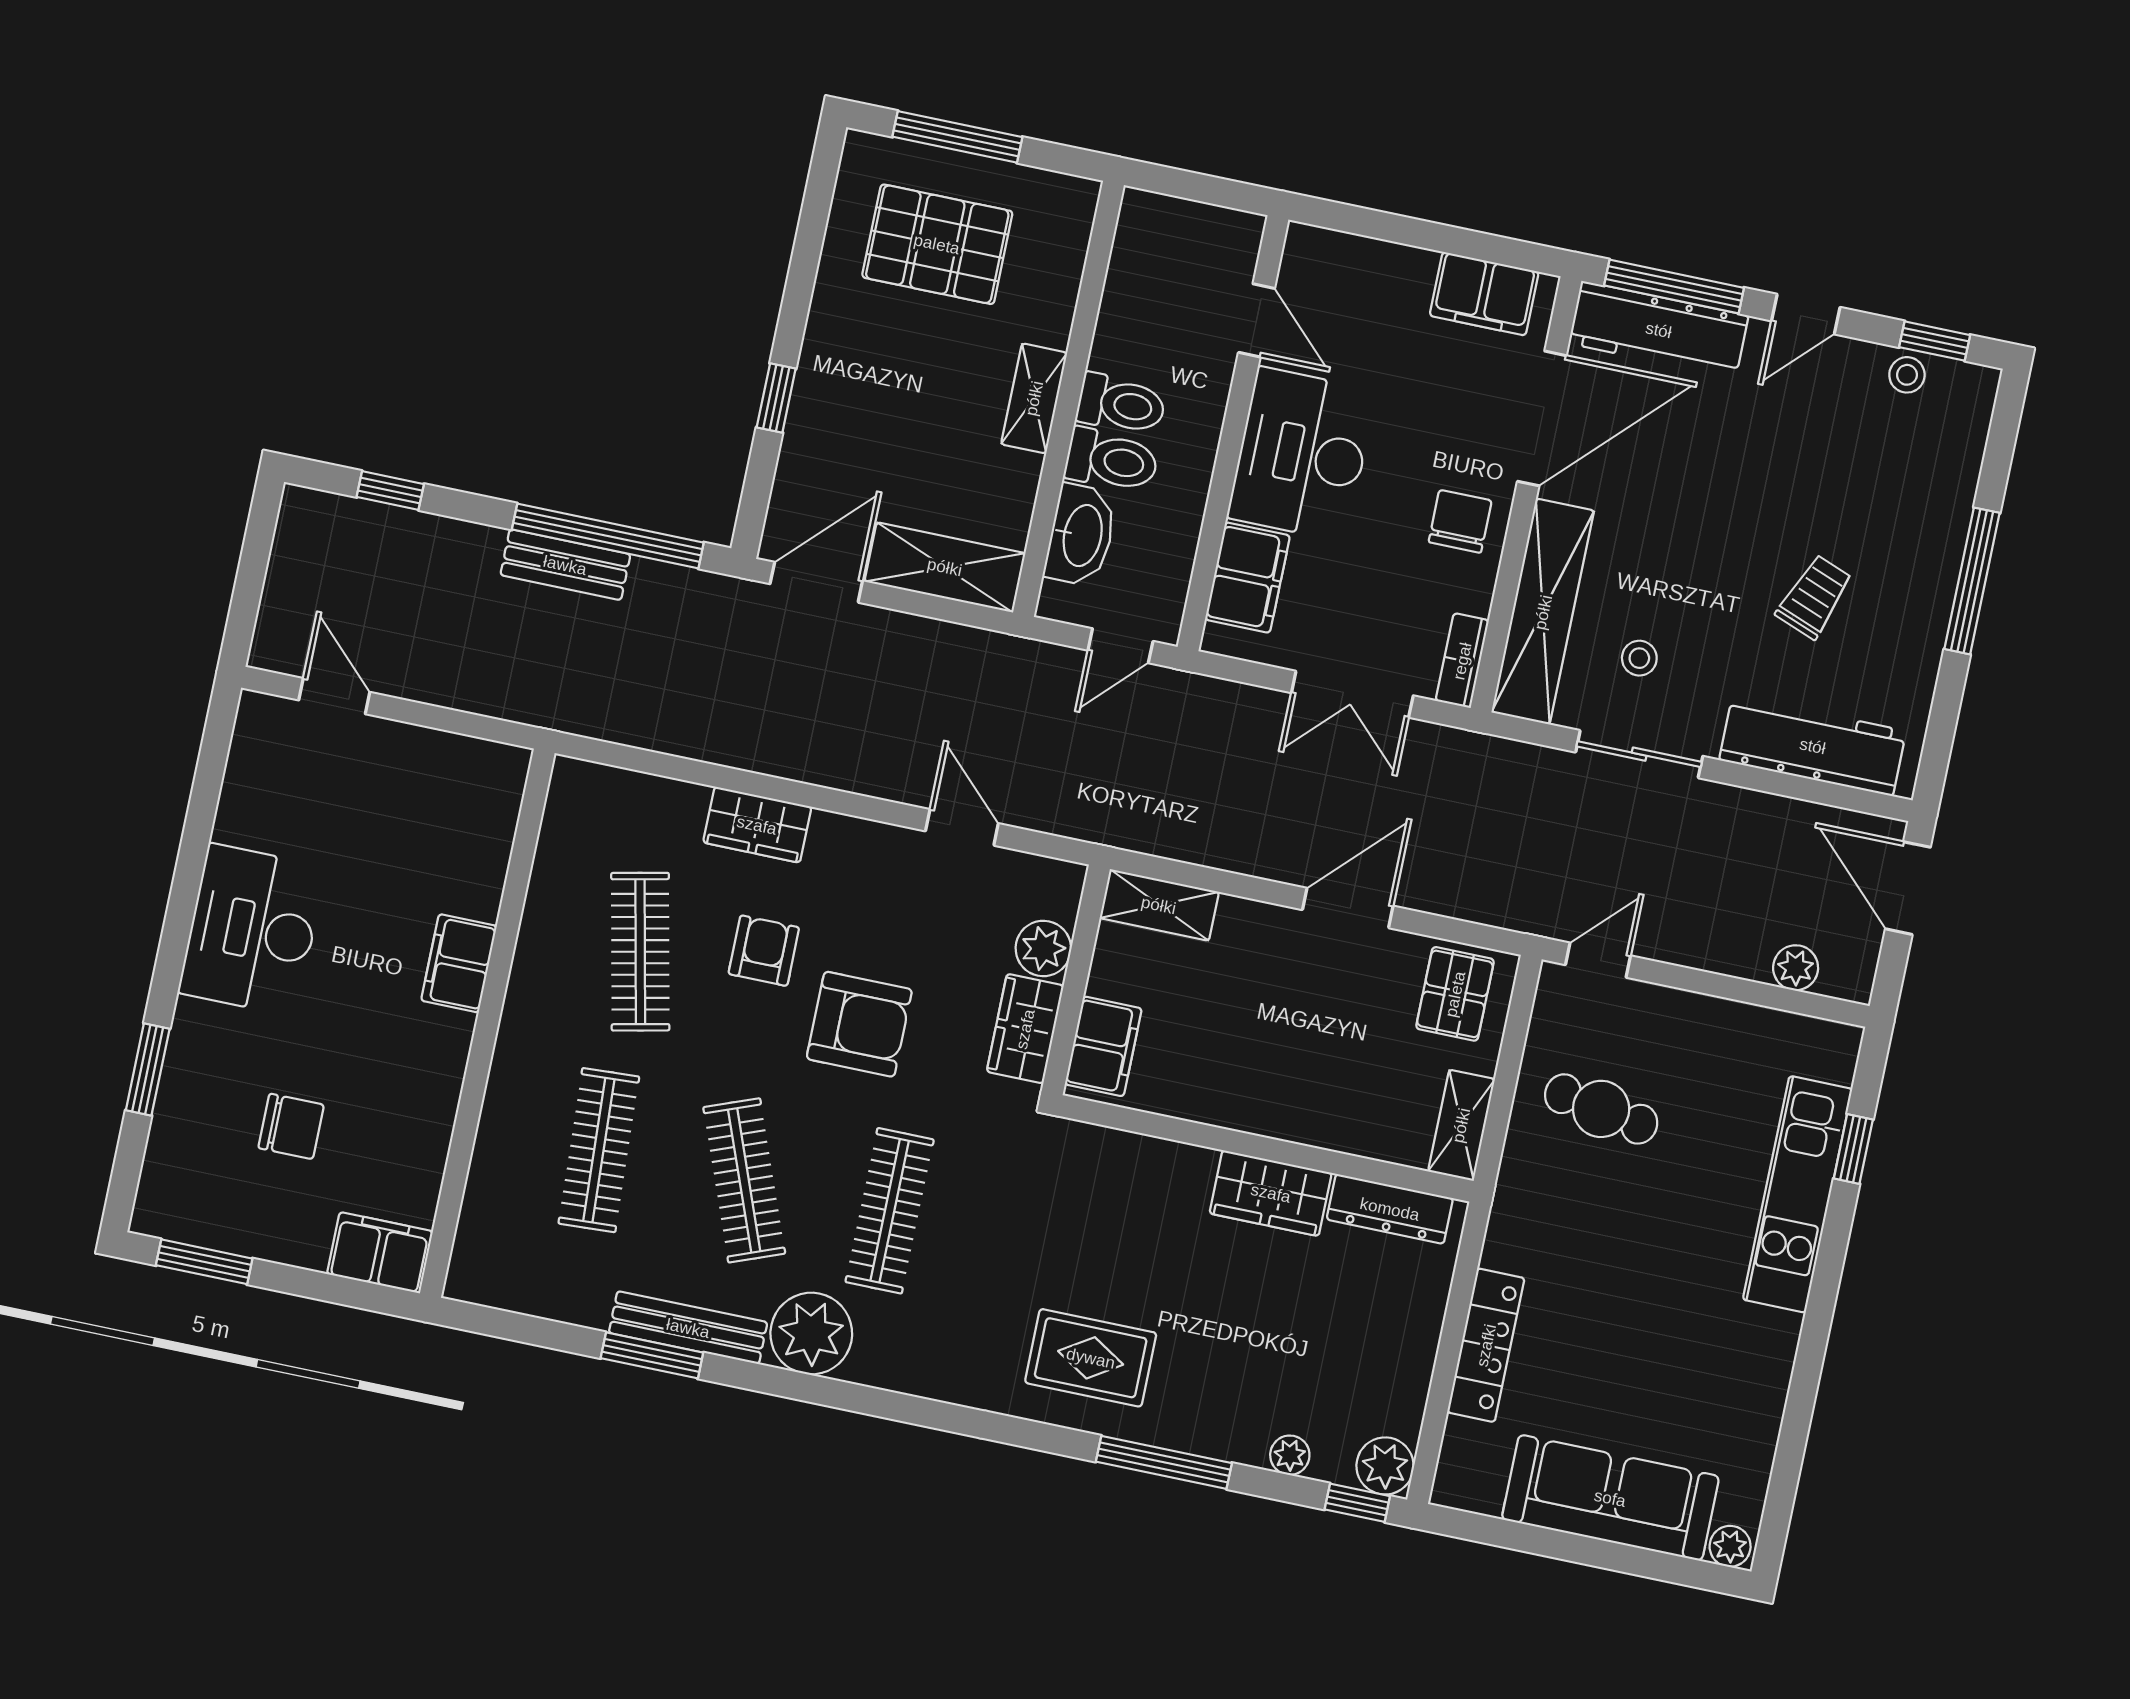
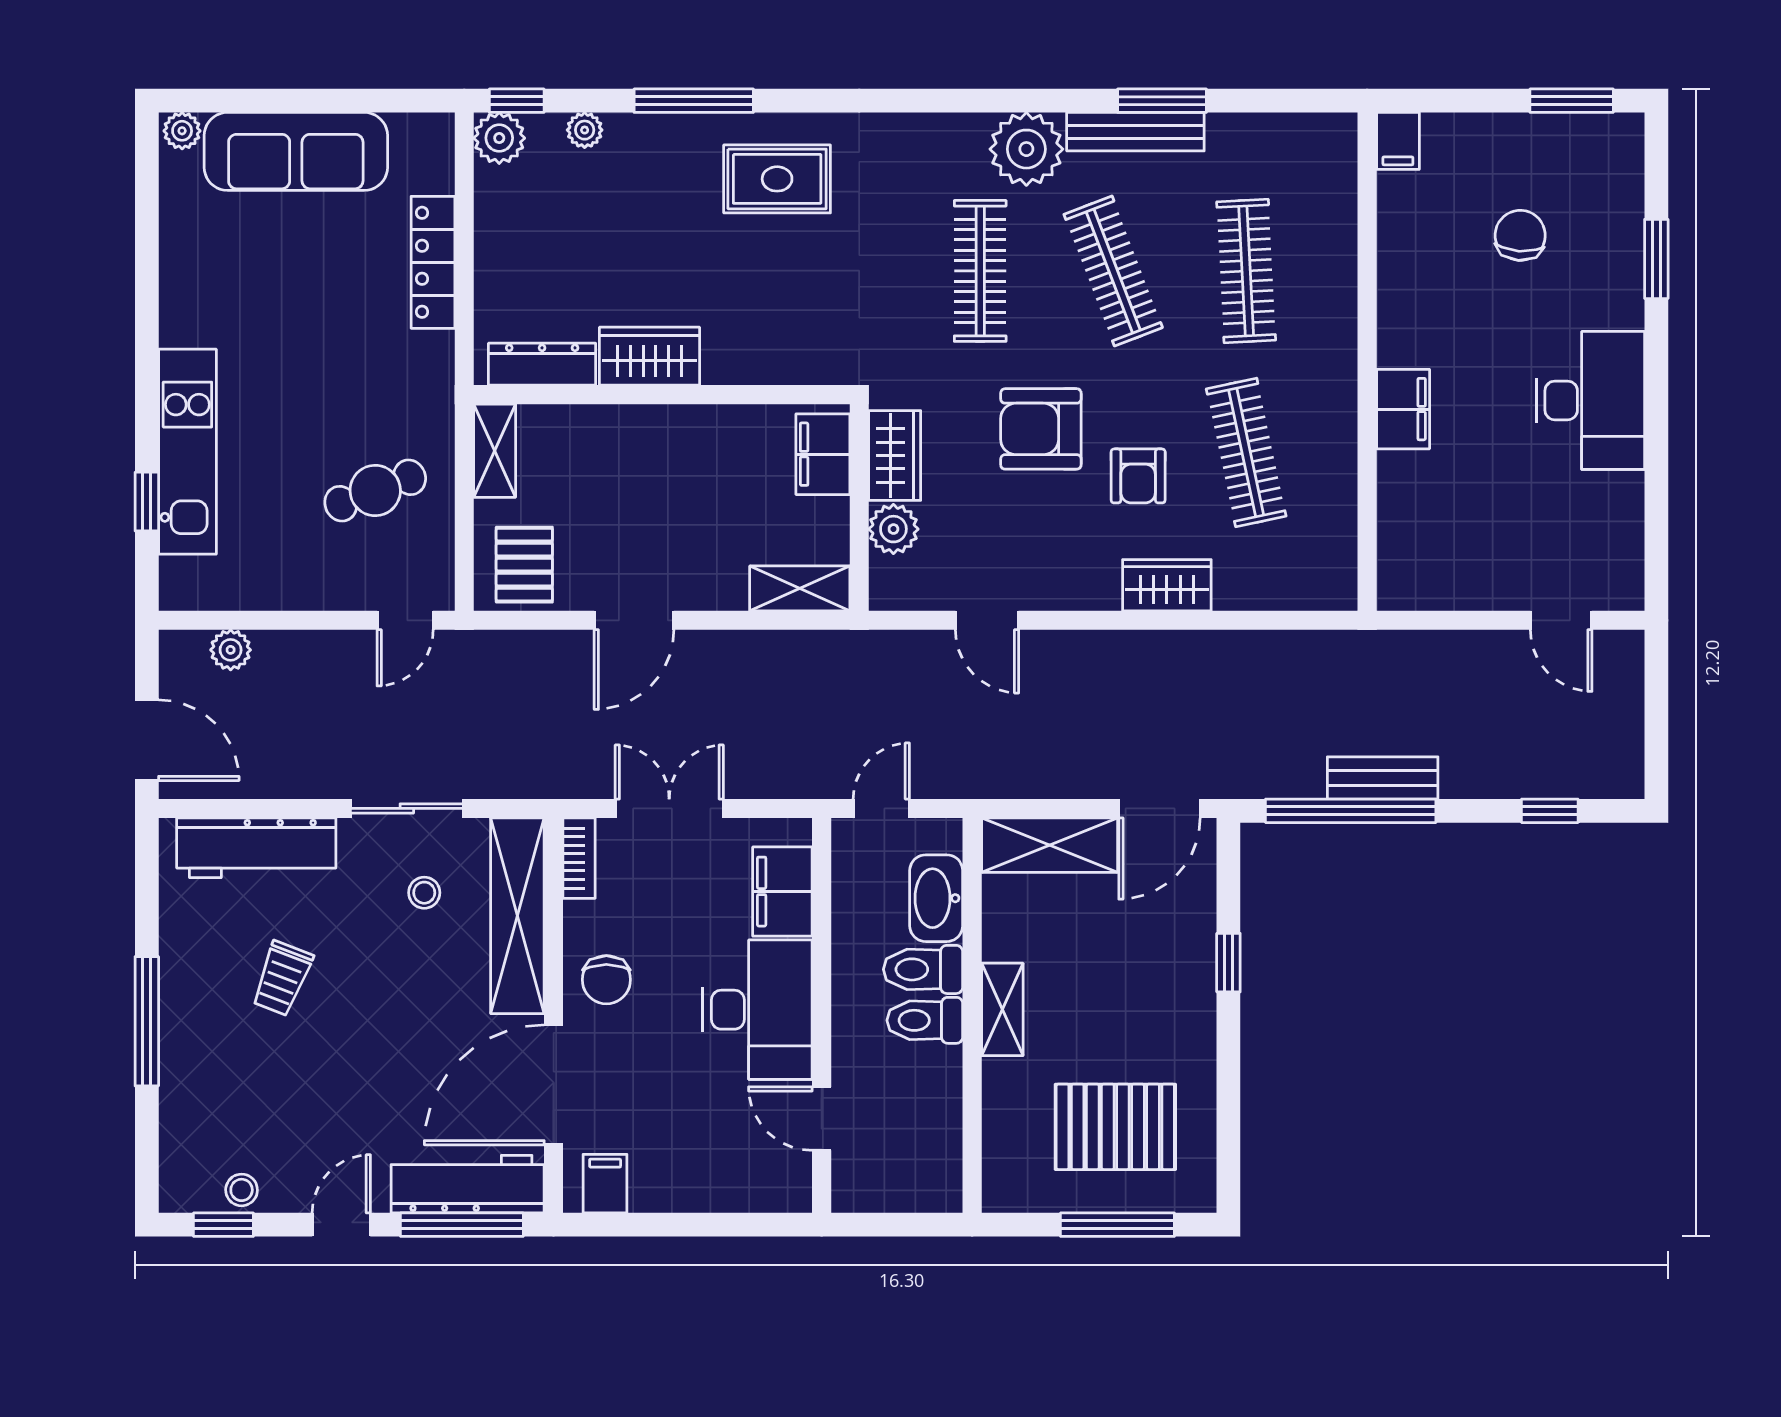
filing cabinet: (1484, 294) -> (605, 1184), width x0.50
cafe table: (1601, 1109) -> (375, 491), turned -31
chair: (291, 1126) -> (1520, 235), turned 94
filing cabinet: (380, 1253) -> (1398, 141), width x0.50

